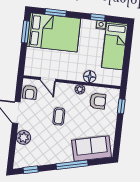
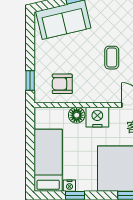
nightstand: (75, 73) -> (97, 117), added
plant: (80, 89) -> (88, 97), removed

